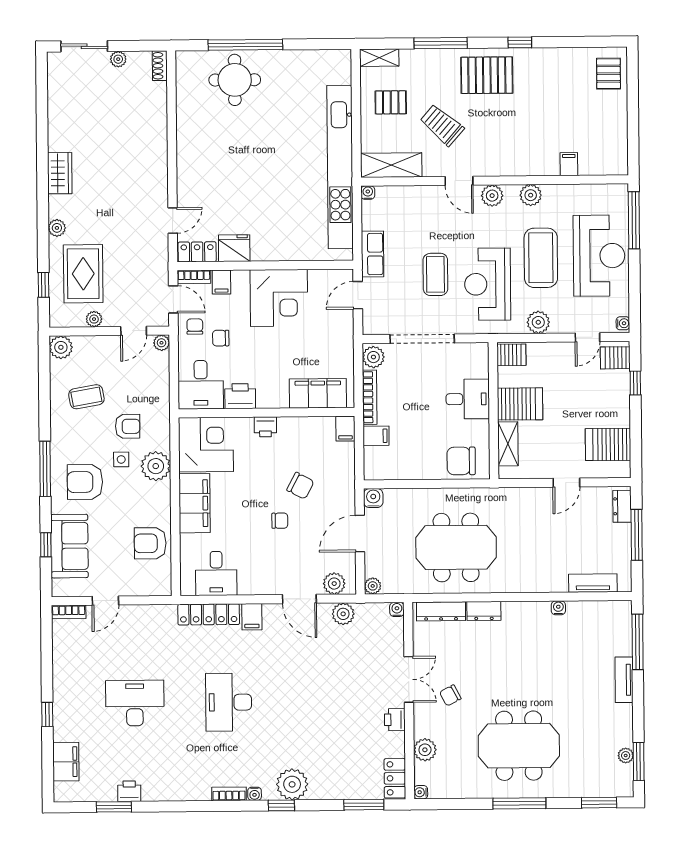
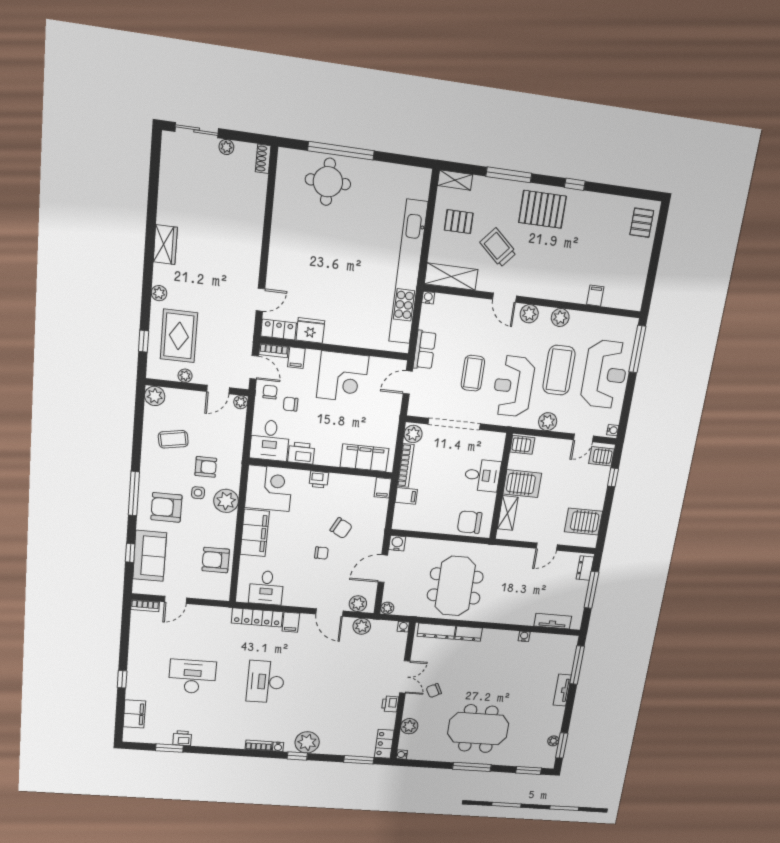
meeting table: (456, 547) -> (455, 586), turned 90

